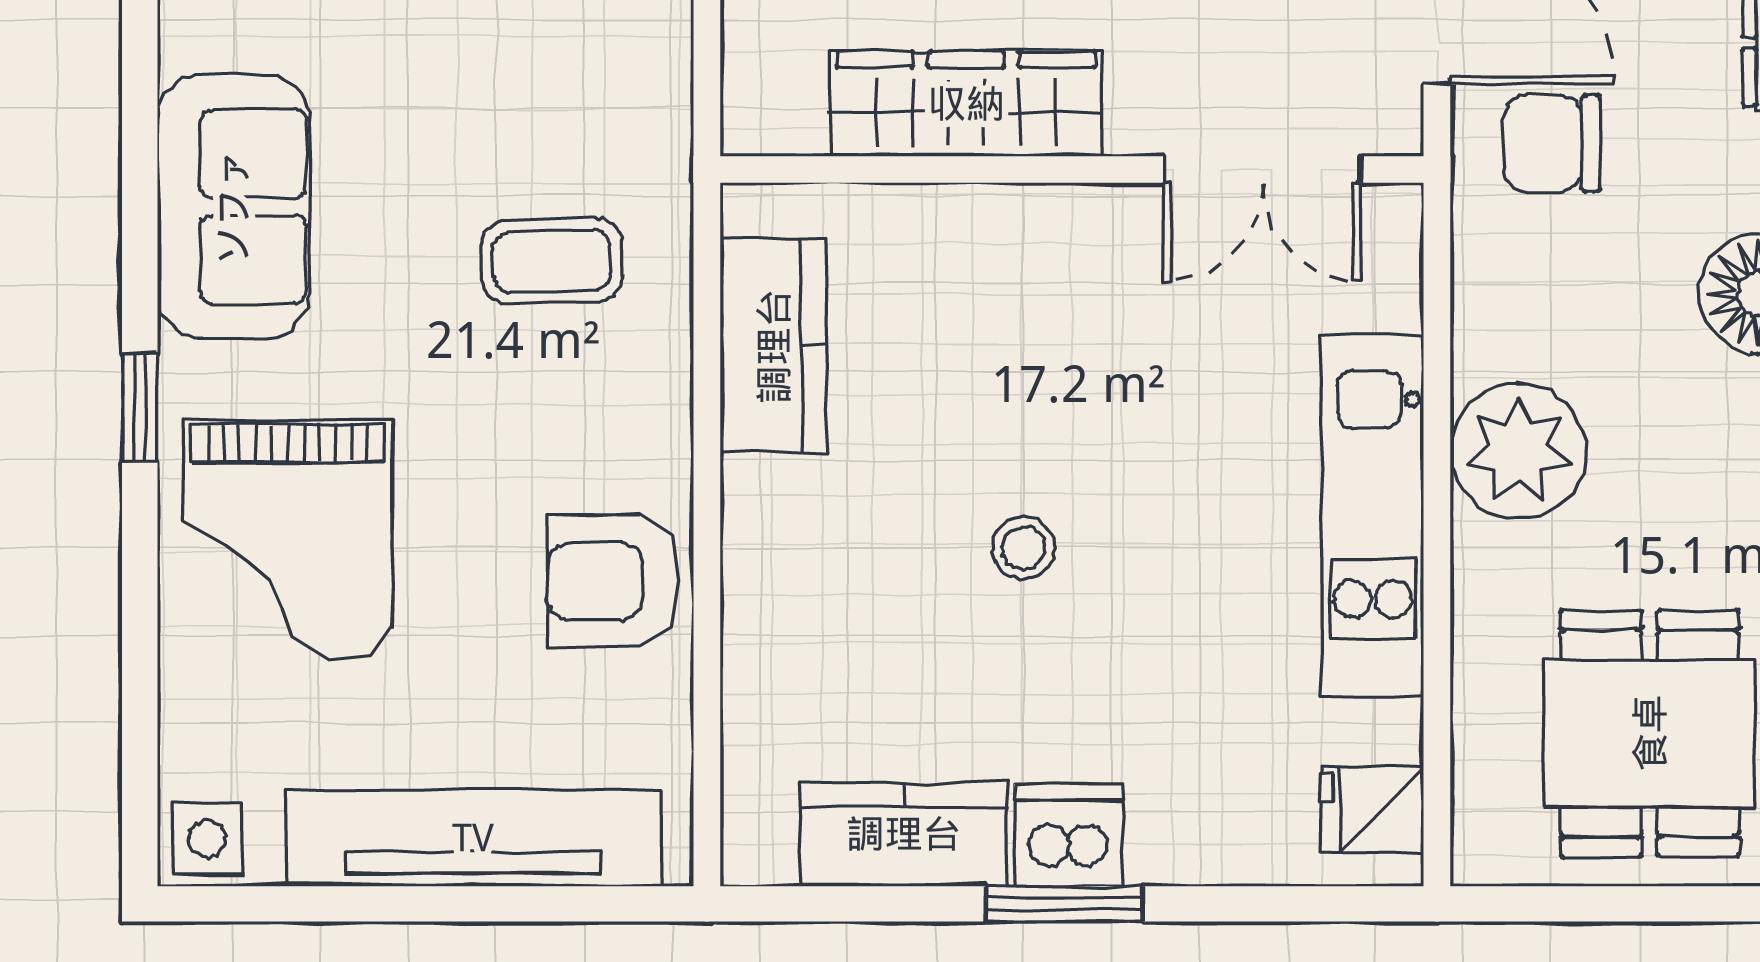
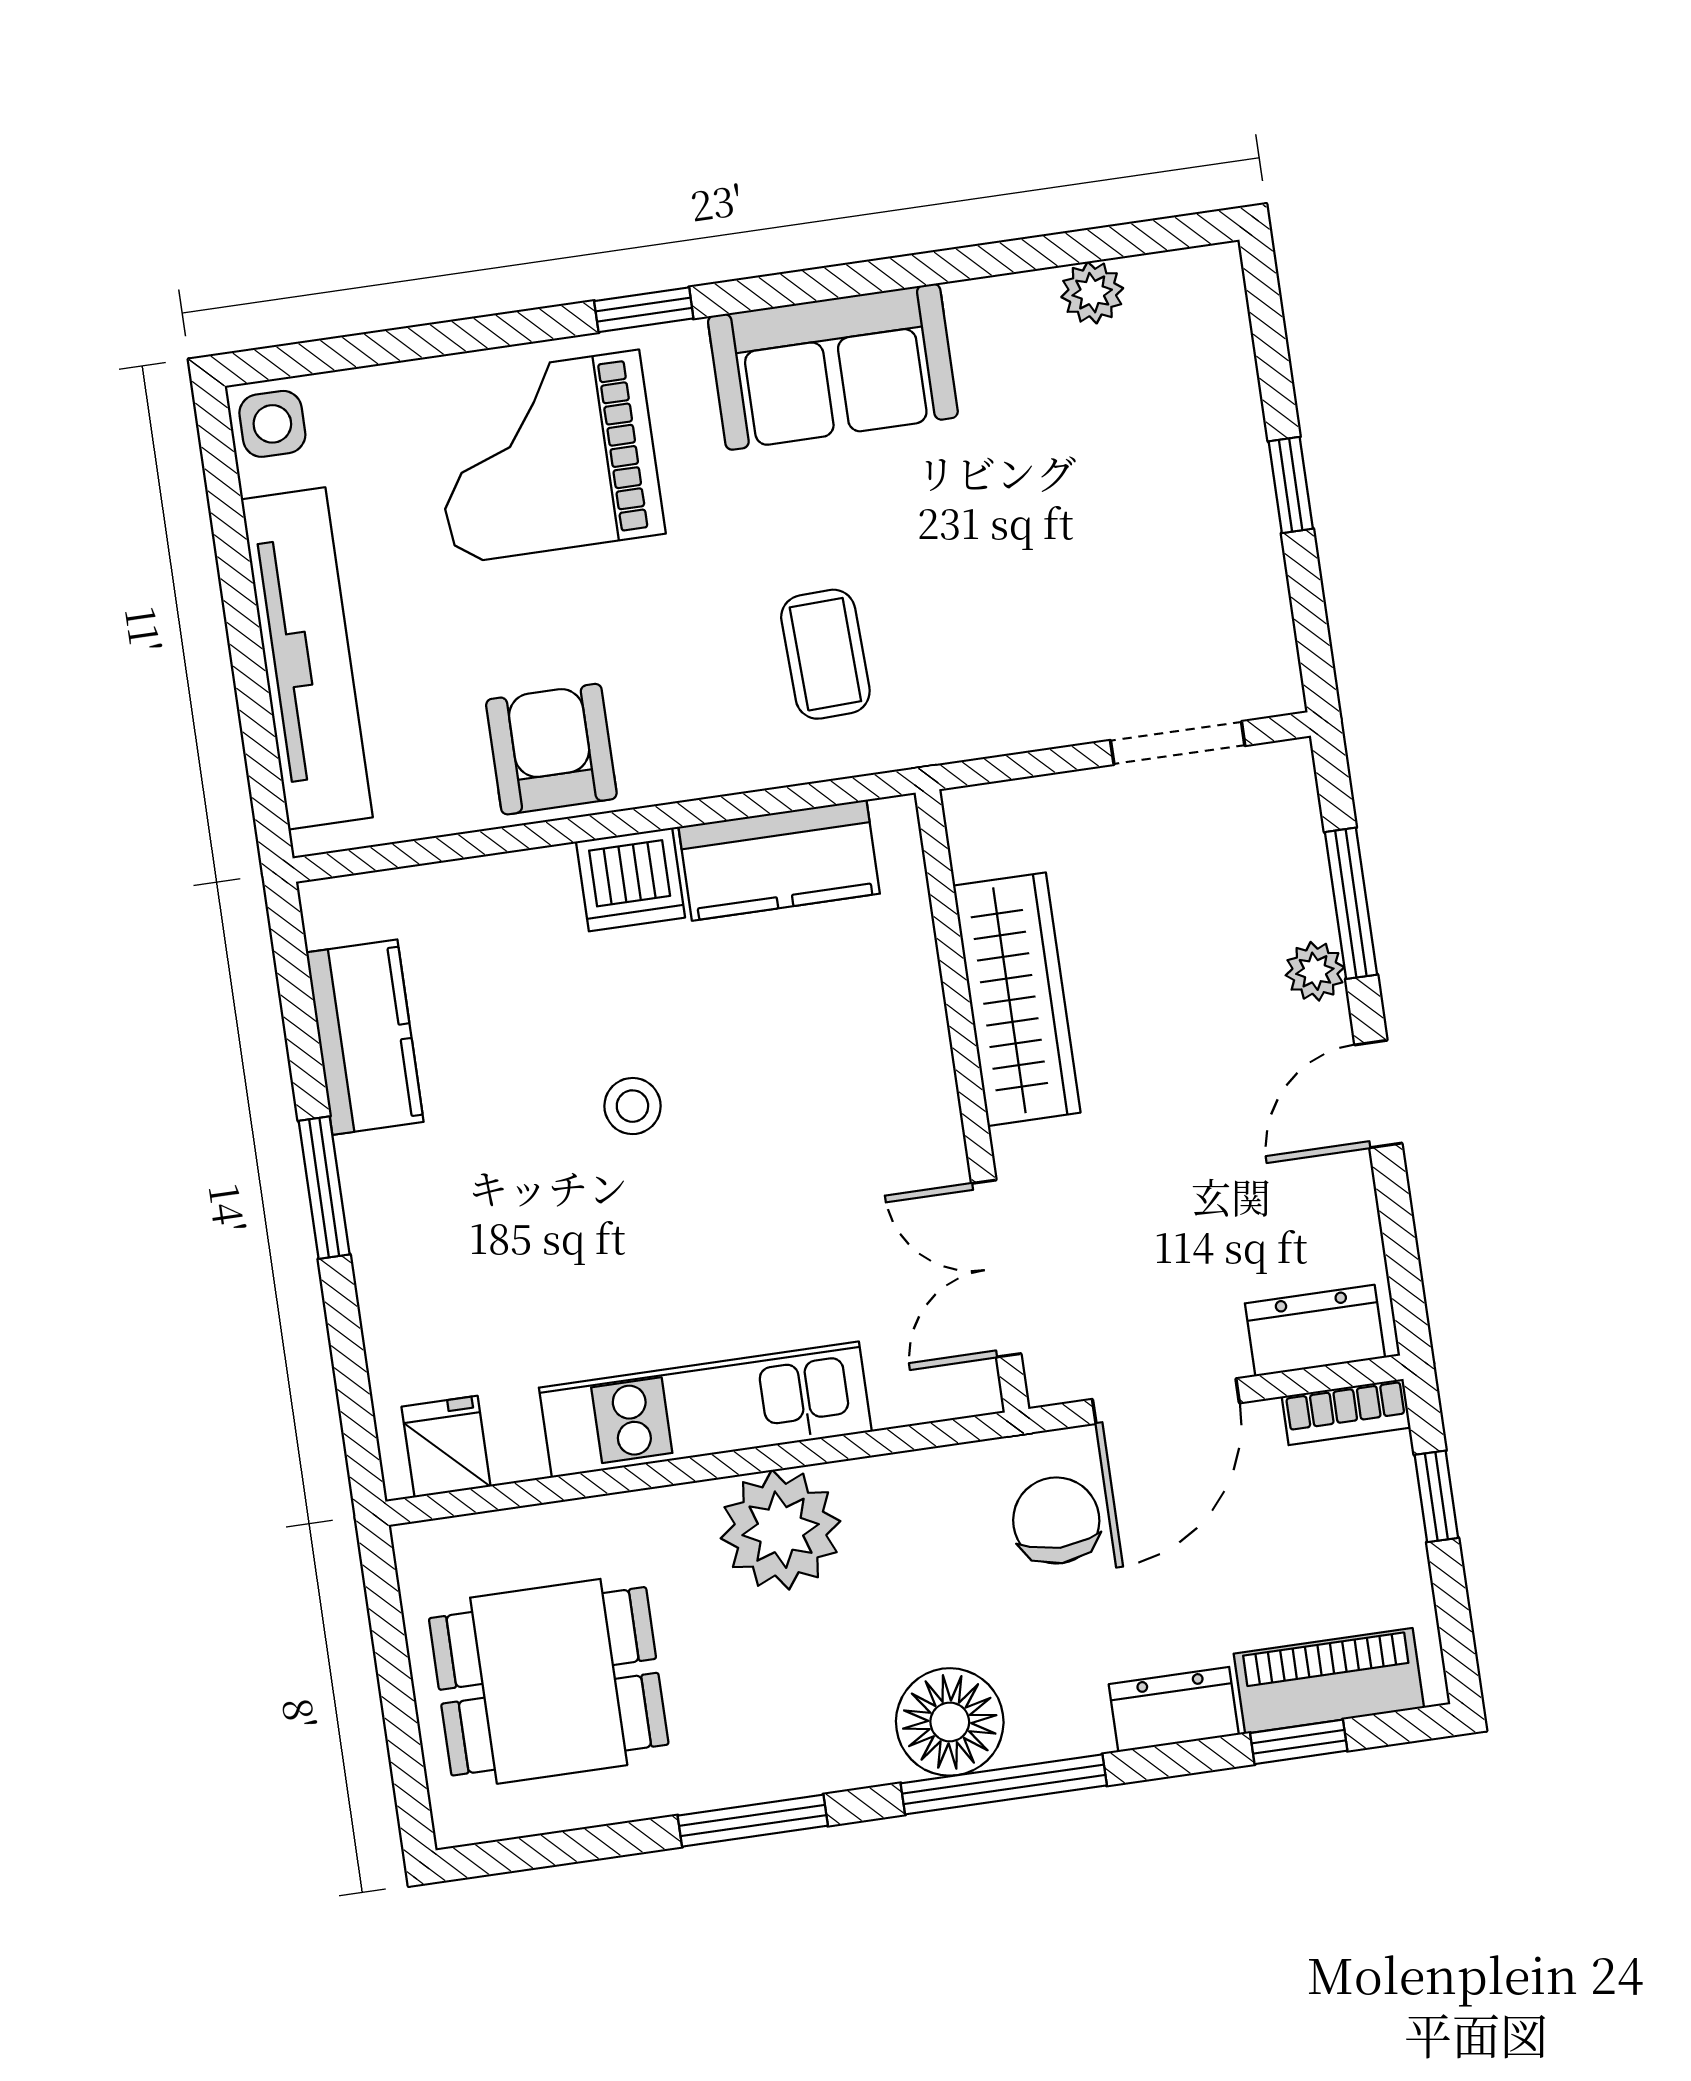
dishwasher: (1069, 835) -> (630, 880), moved, turned 90

